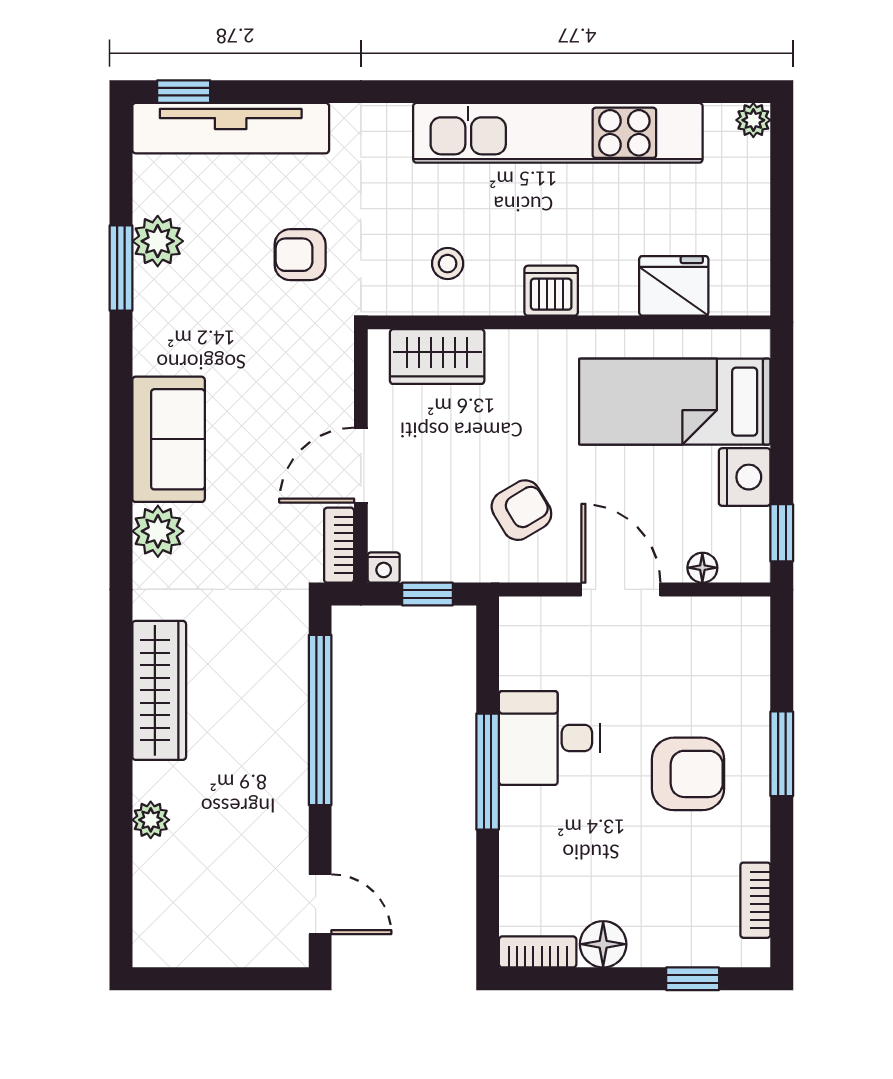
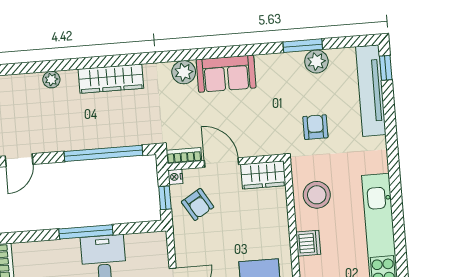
stool: (448, 264) -> (317, 195), width x1.89, depth x1.89
wardrobe: (437, 357) -> (263, 175), moved, turned -90
armchair: (521, 510) -> (198, 204), moved

